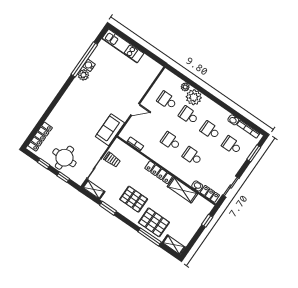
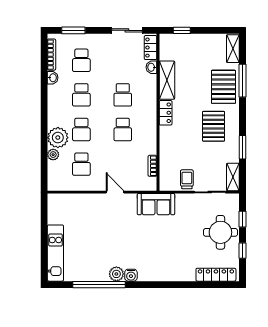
water cooler: (89, 65) -> (131, 275), moved
locker: (159, 172) -> (166, 113), width x0.66

